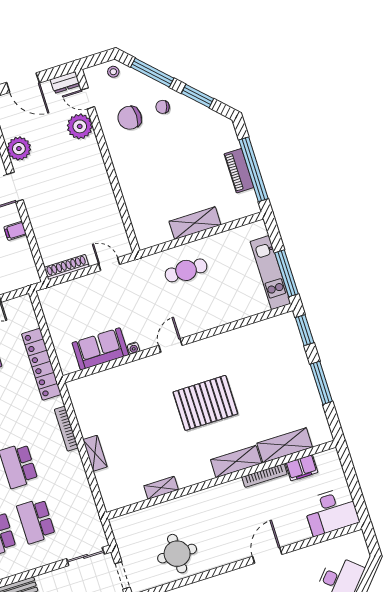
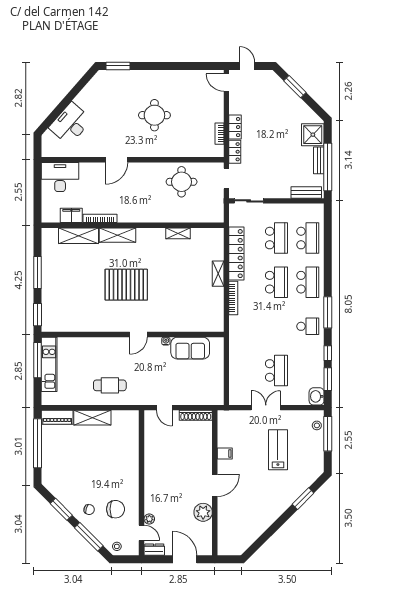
plant: (80, 126) -> (149, 519), width x0.53, depth x0.53
piano: (239, 171) -> (57, 417), moved, turned 90
locker: (41, 364) -> (236, 254), moved

